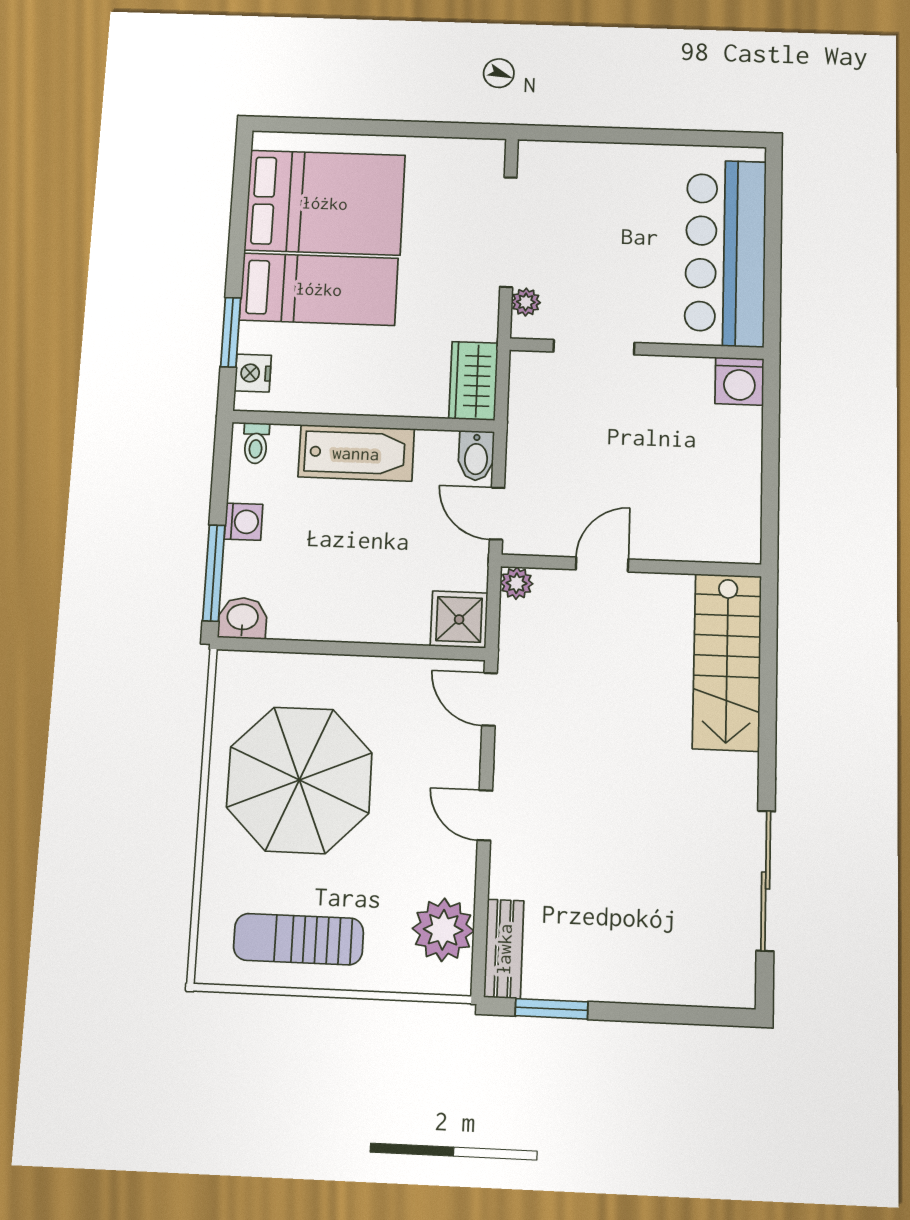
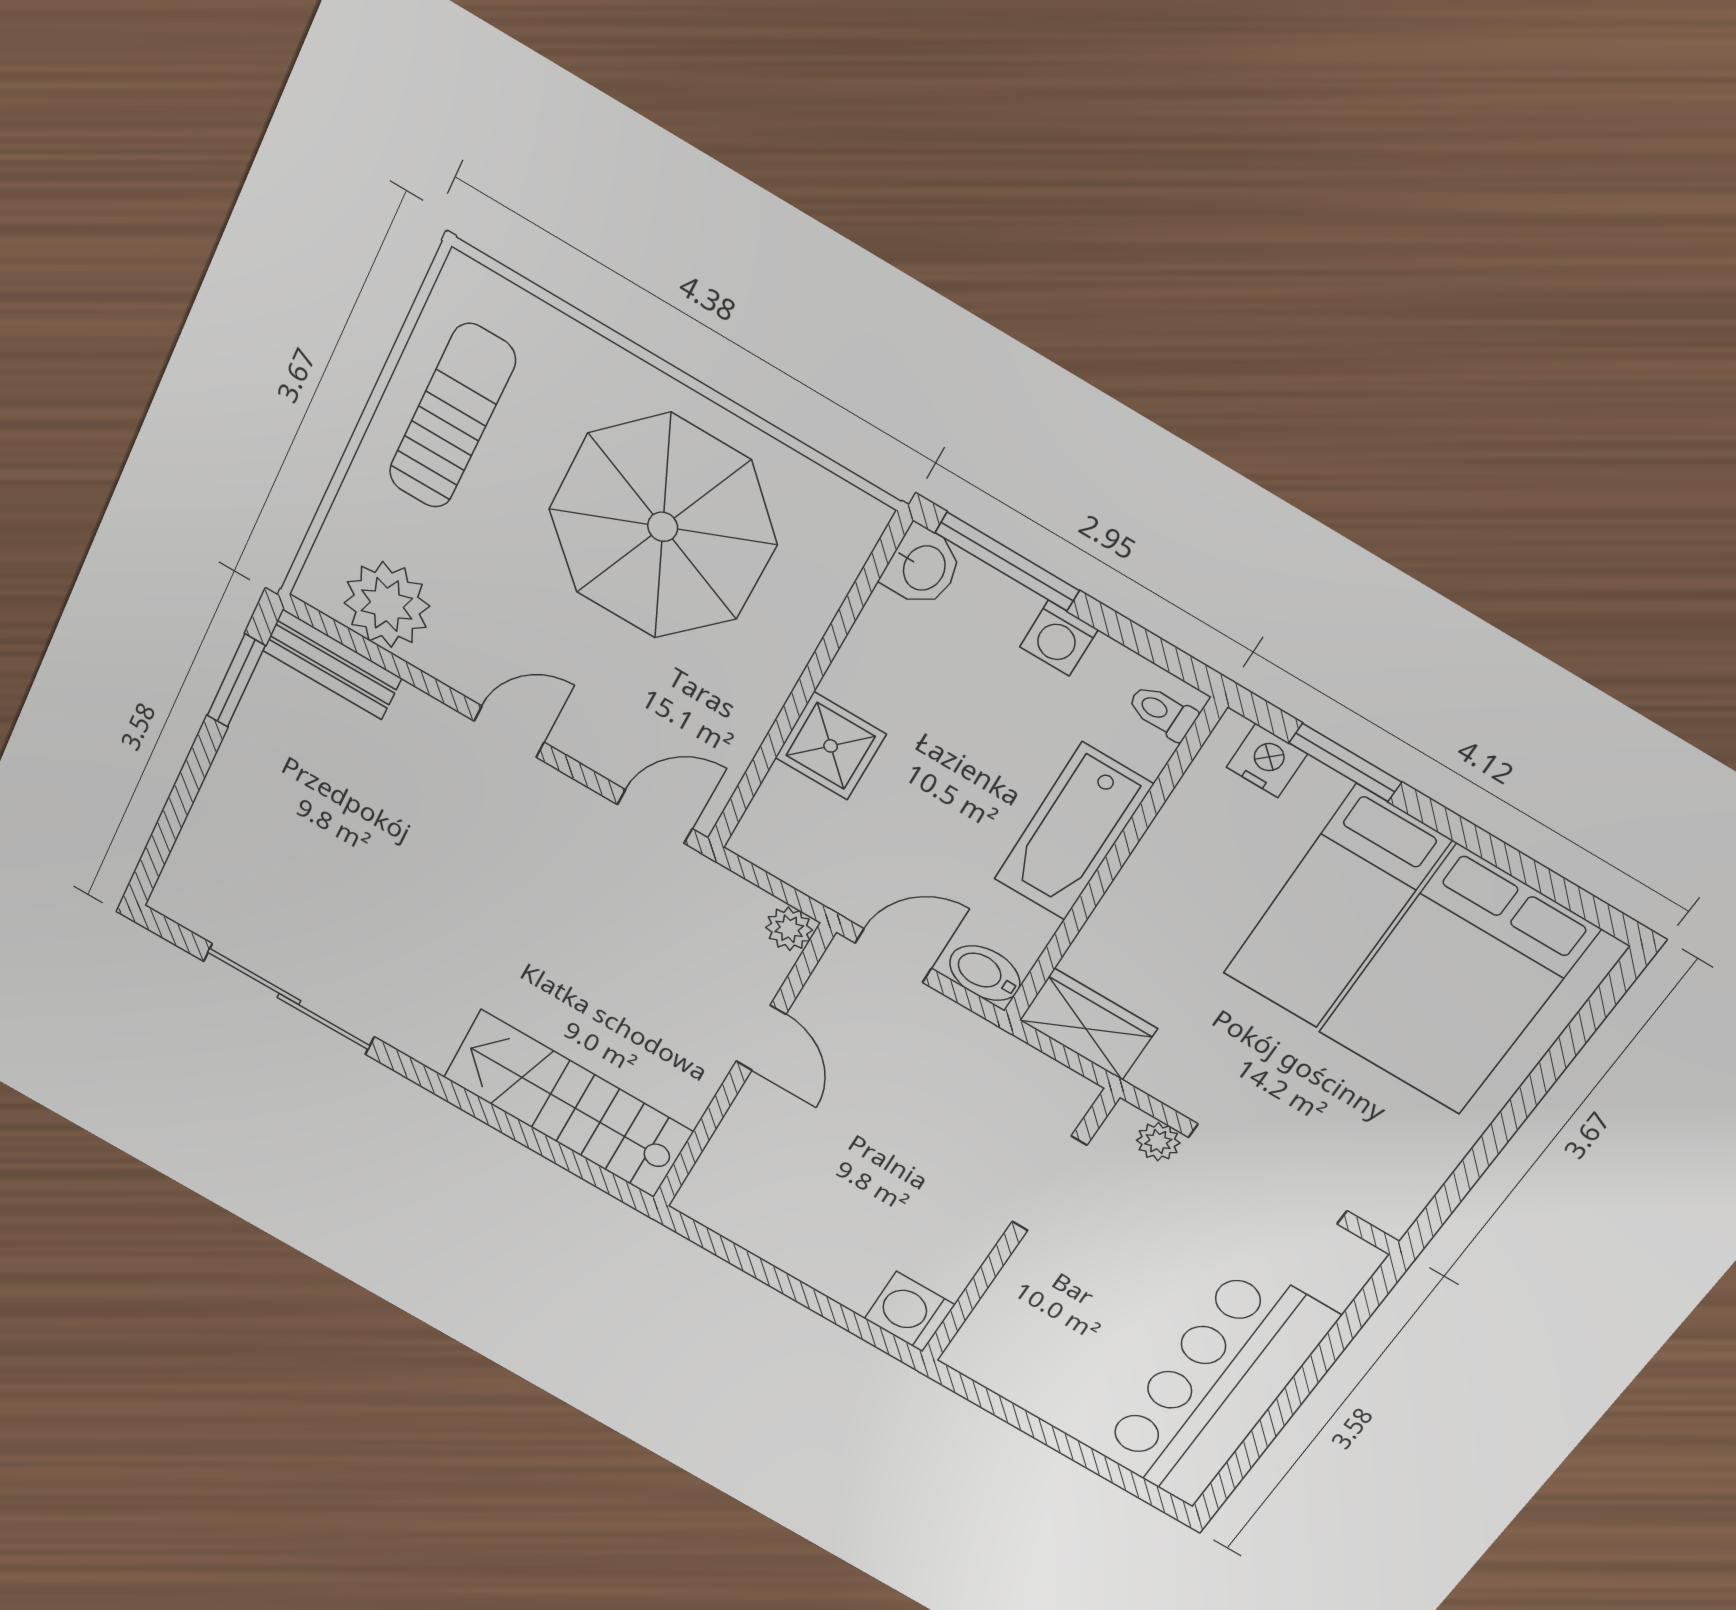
bar counter: (726, 253) -> (1217, 1385), moved, turned -90
shower: (459, 619) -> (831, 746), moved

